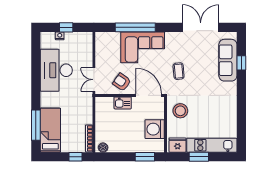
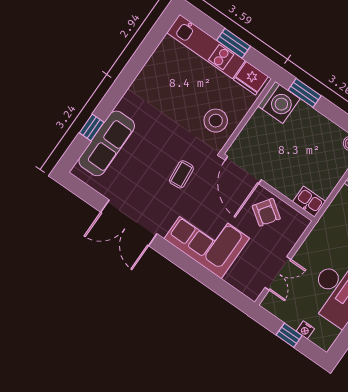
window: (135, 27) -> (198, 272), removed
double door: (201, 27) -> (129, 223), moved
double door: (94, 80) -> (278, 273), moved
kitchen sink: (123, 103) -> (309, 202), moved
washing machine: (155, 129) -> (279, 102), moved

